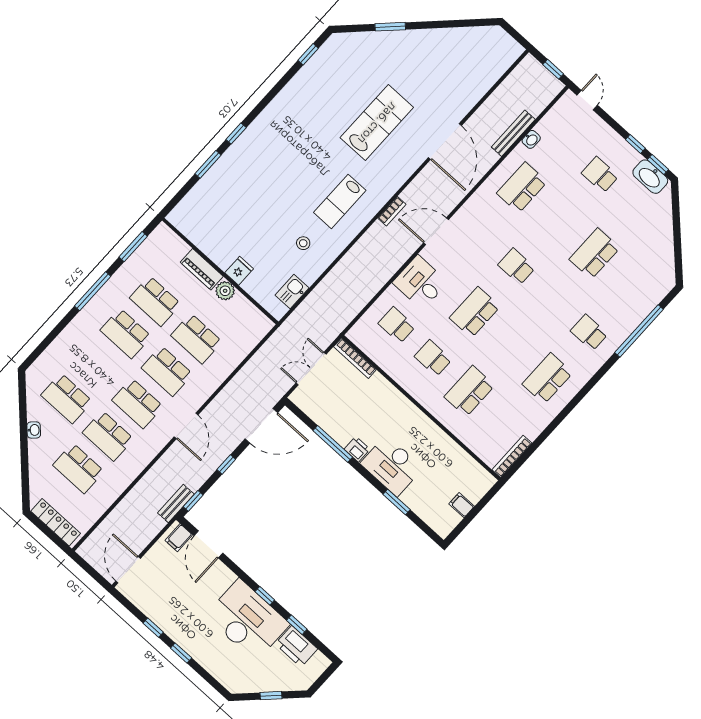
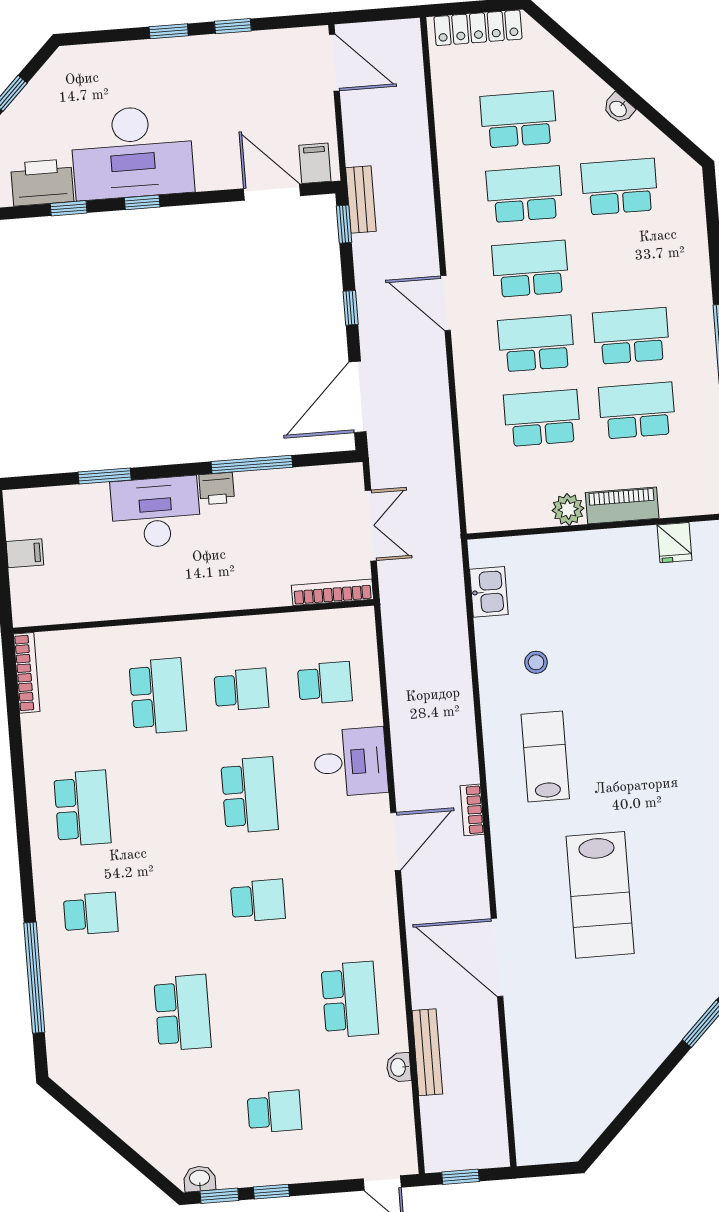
washbasin: (650, 177) -> (200, 1179), width x0.52, depth x0.69
fridge: (239, 271) -> (674, 543), moved

